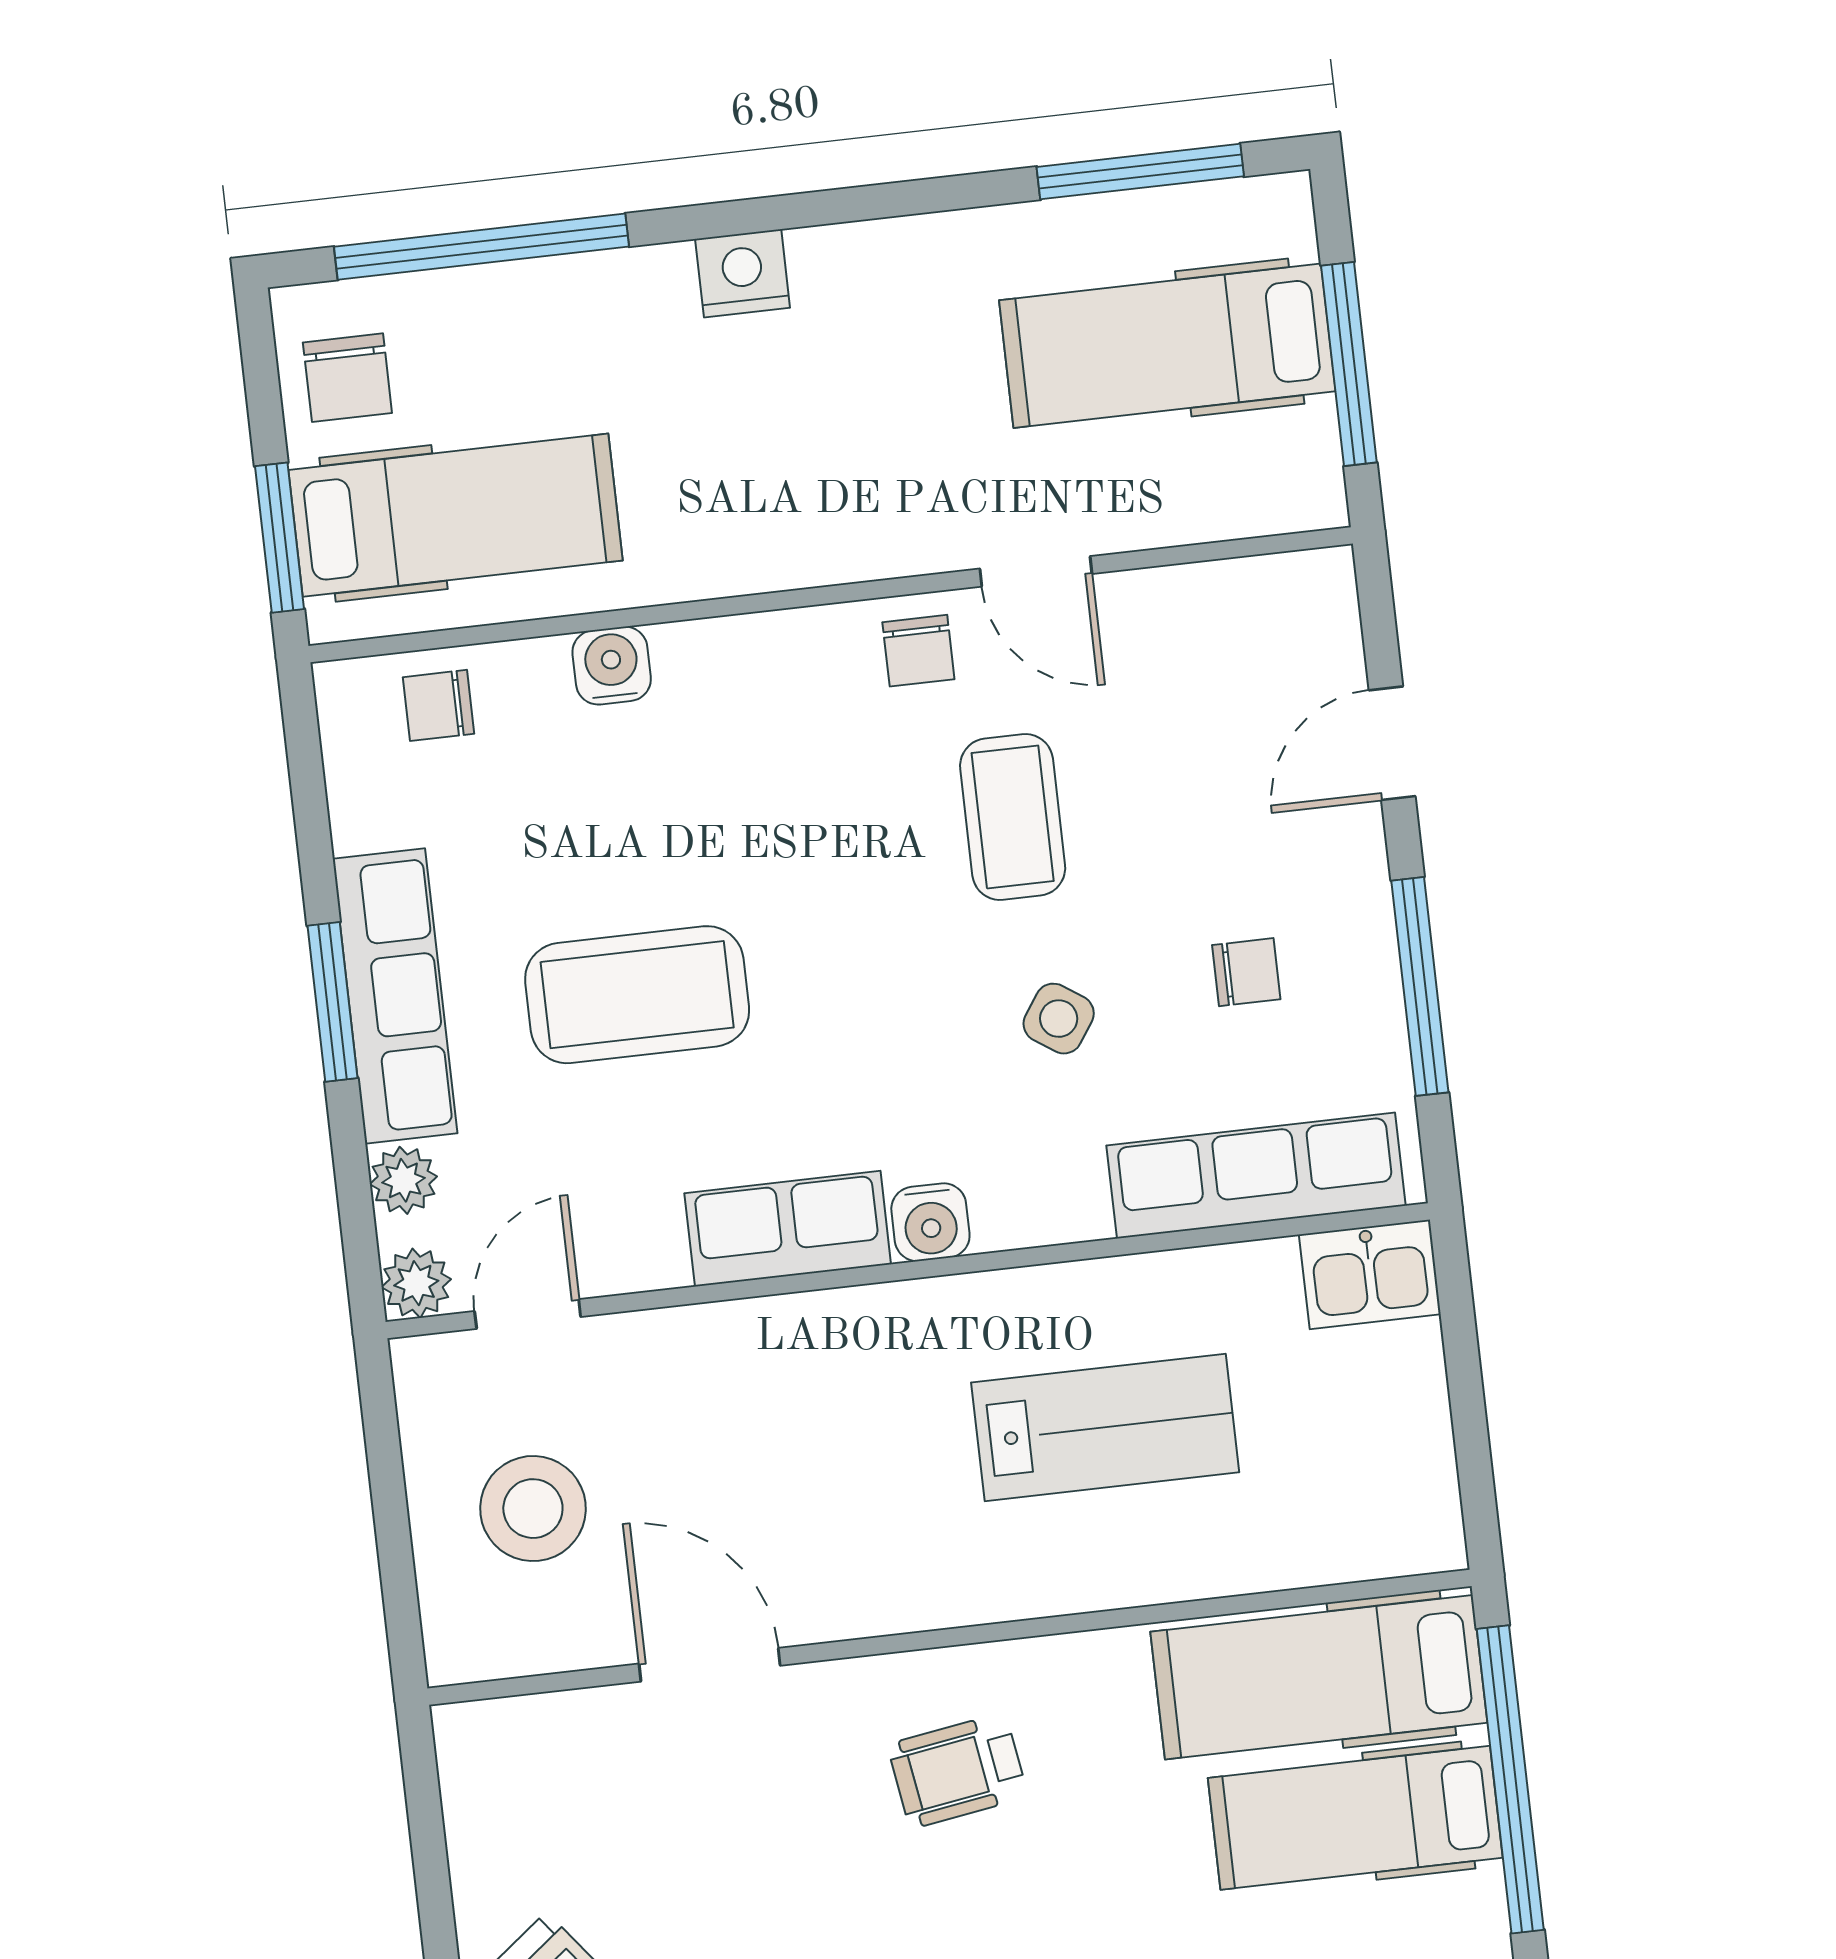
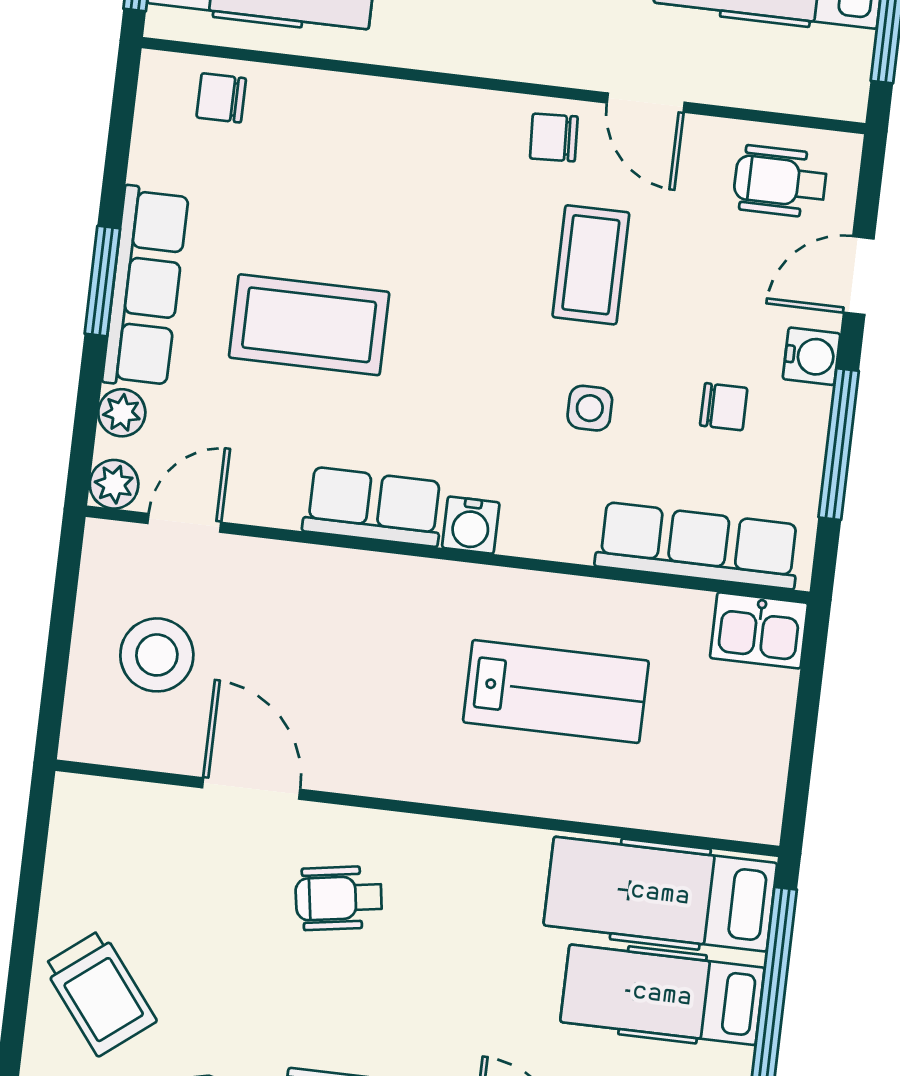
wheelchair: (1251, 637) -> (780, 181), added
chair: (918, 651) -> (554, 137), turned 87
water cooler: (612, 666) -> (812, 356), moved, turned 90
side table: (1059, 1019) -> (590, 408), turned -34
wheelchair: (958, 1771) -> (339, 898), moved

